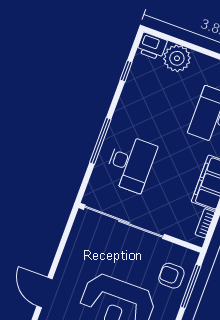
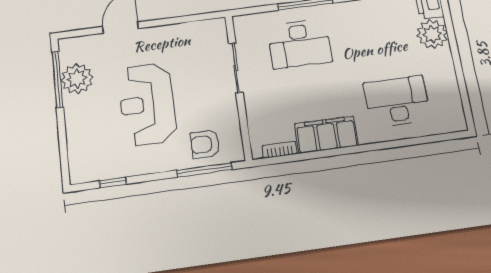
sliding door: (124, 222) -> (236, 68), width x0.54
armchair: (171, 276) -> (205, 144), turned -90

